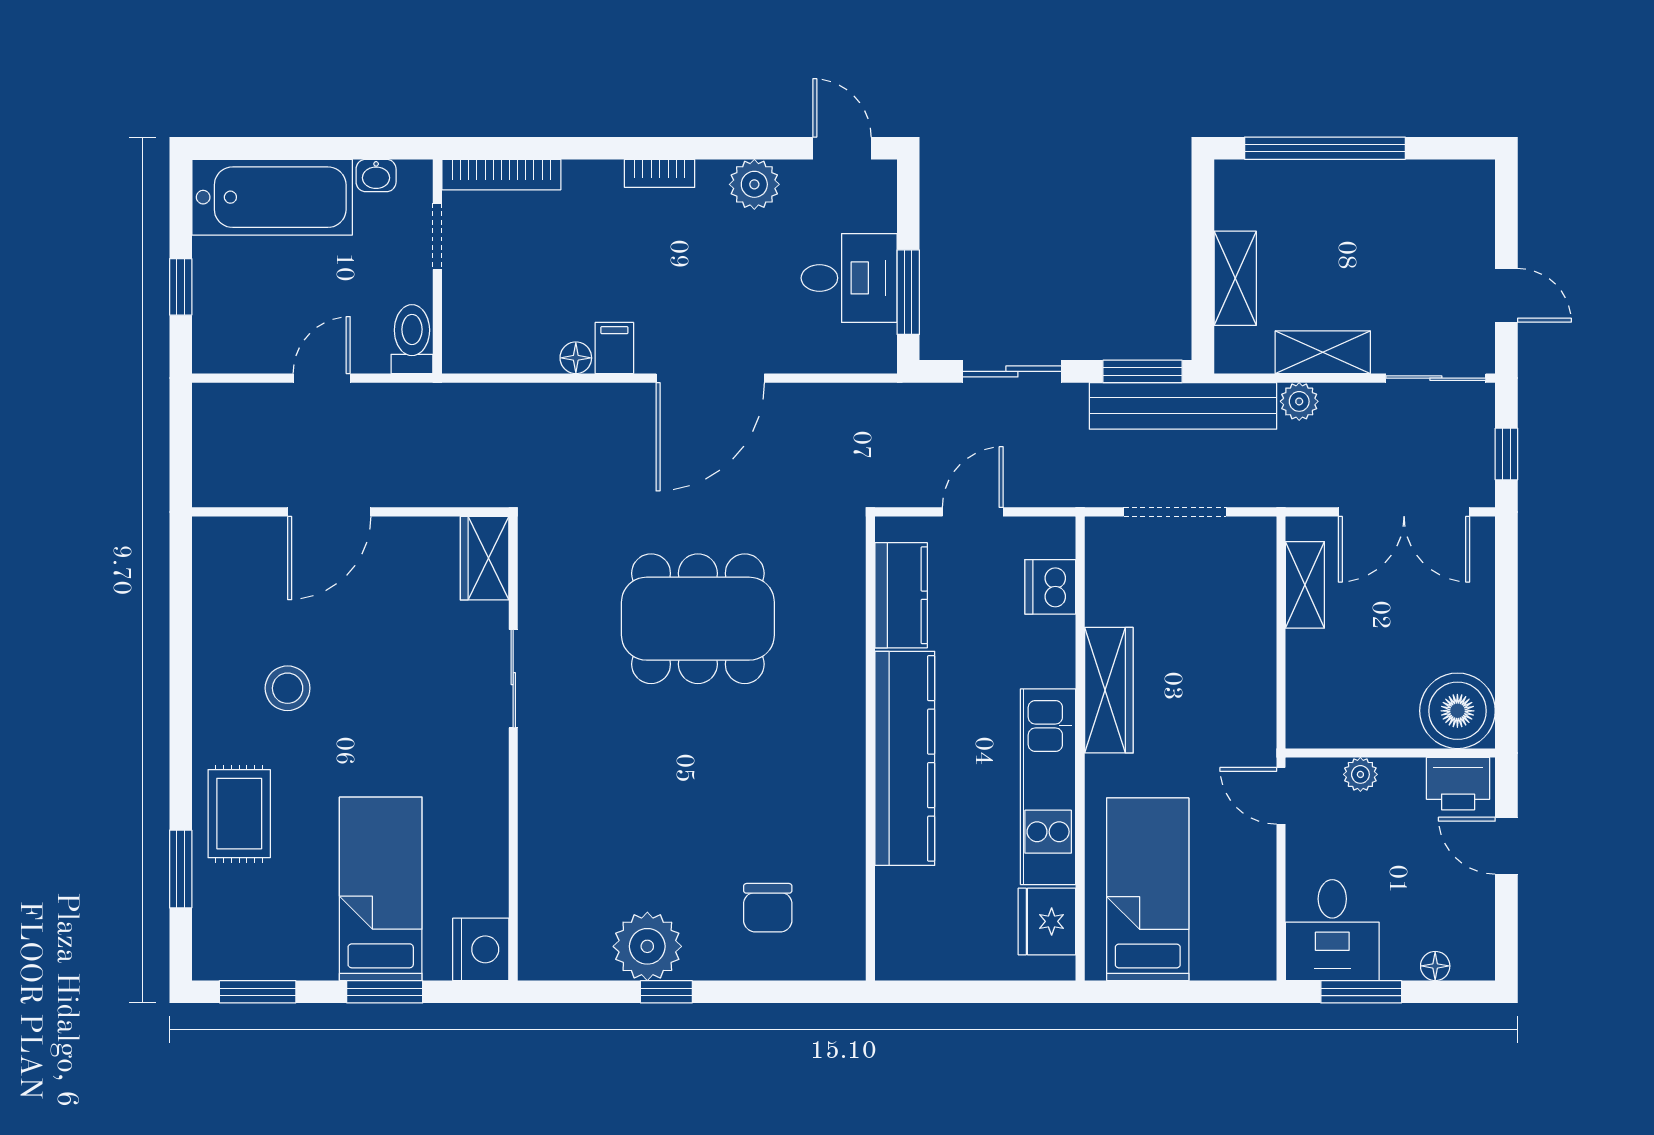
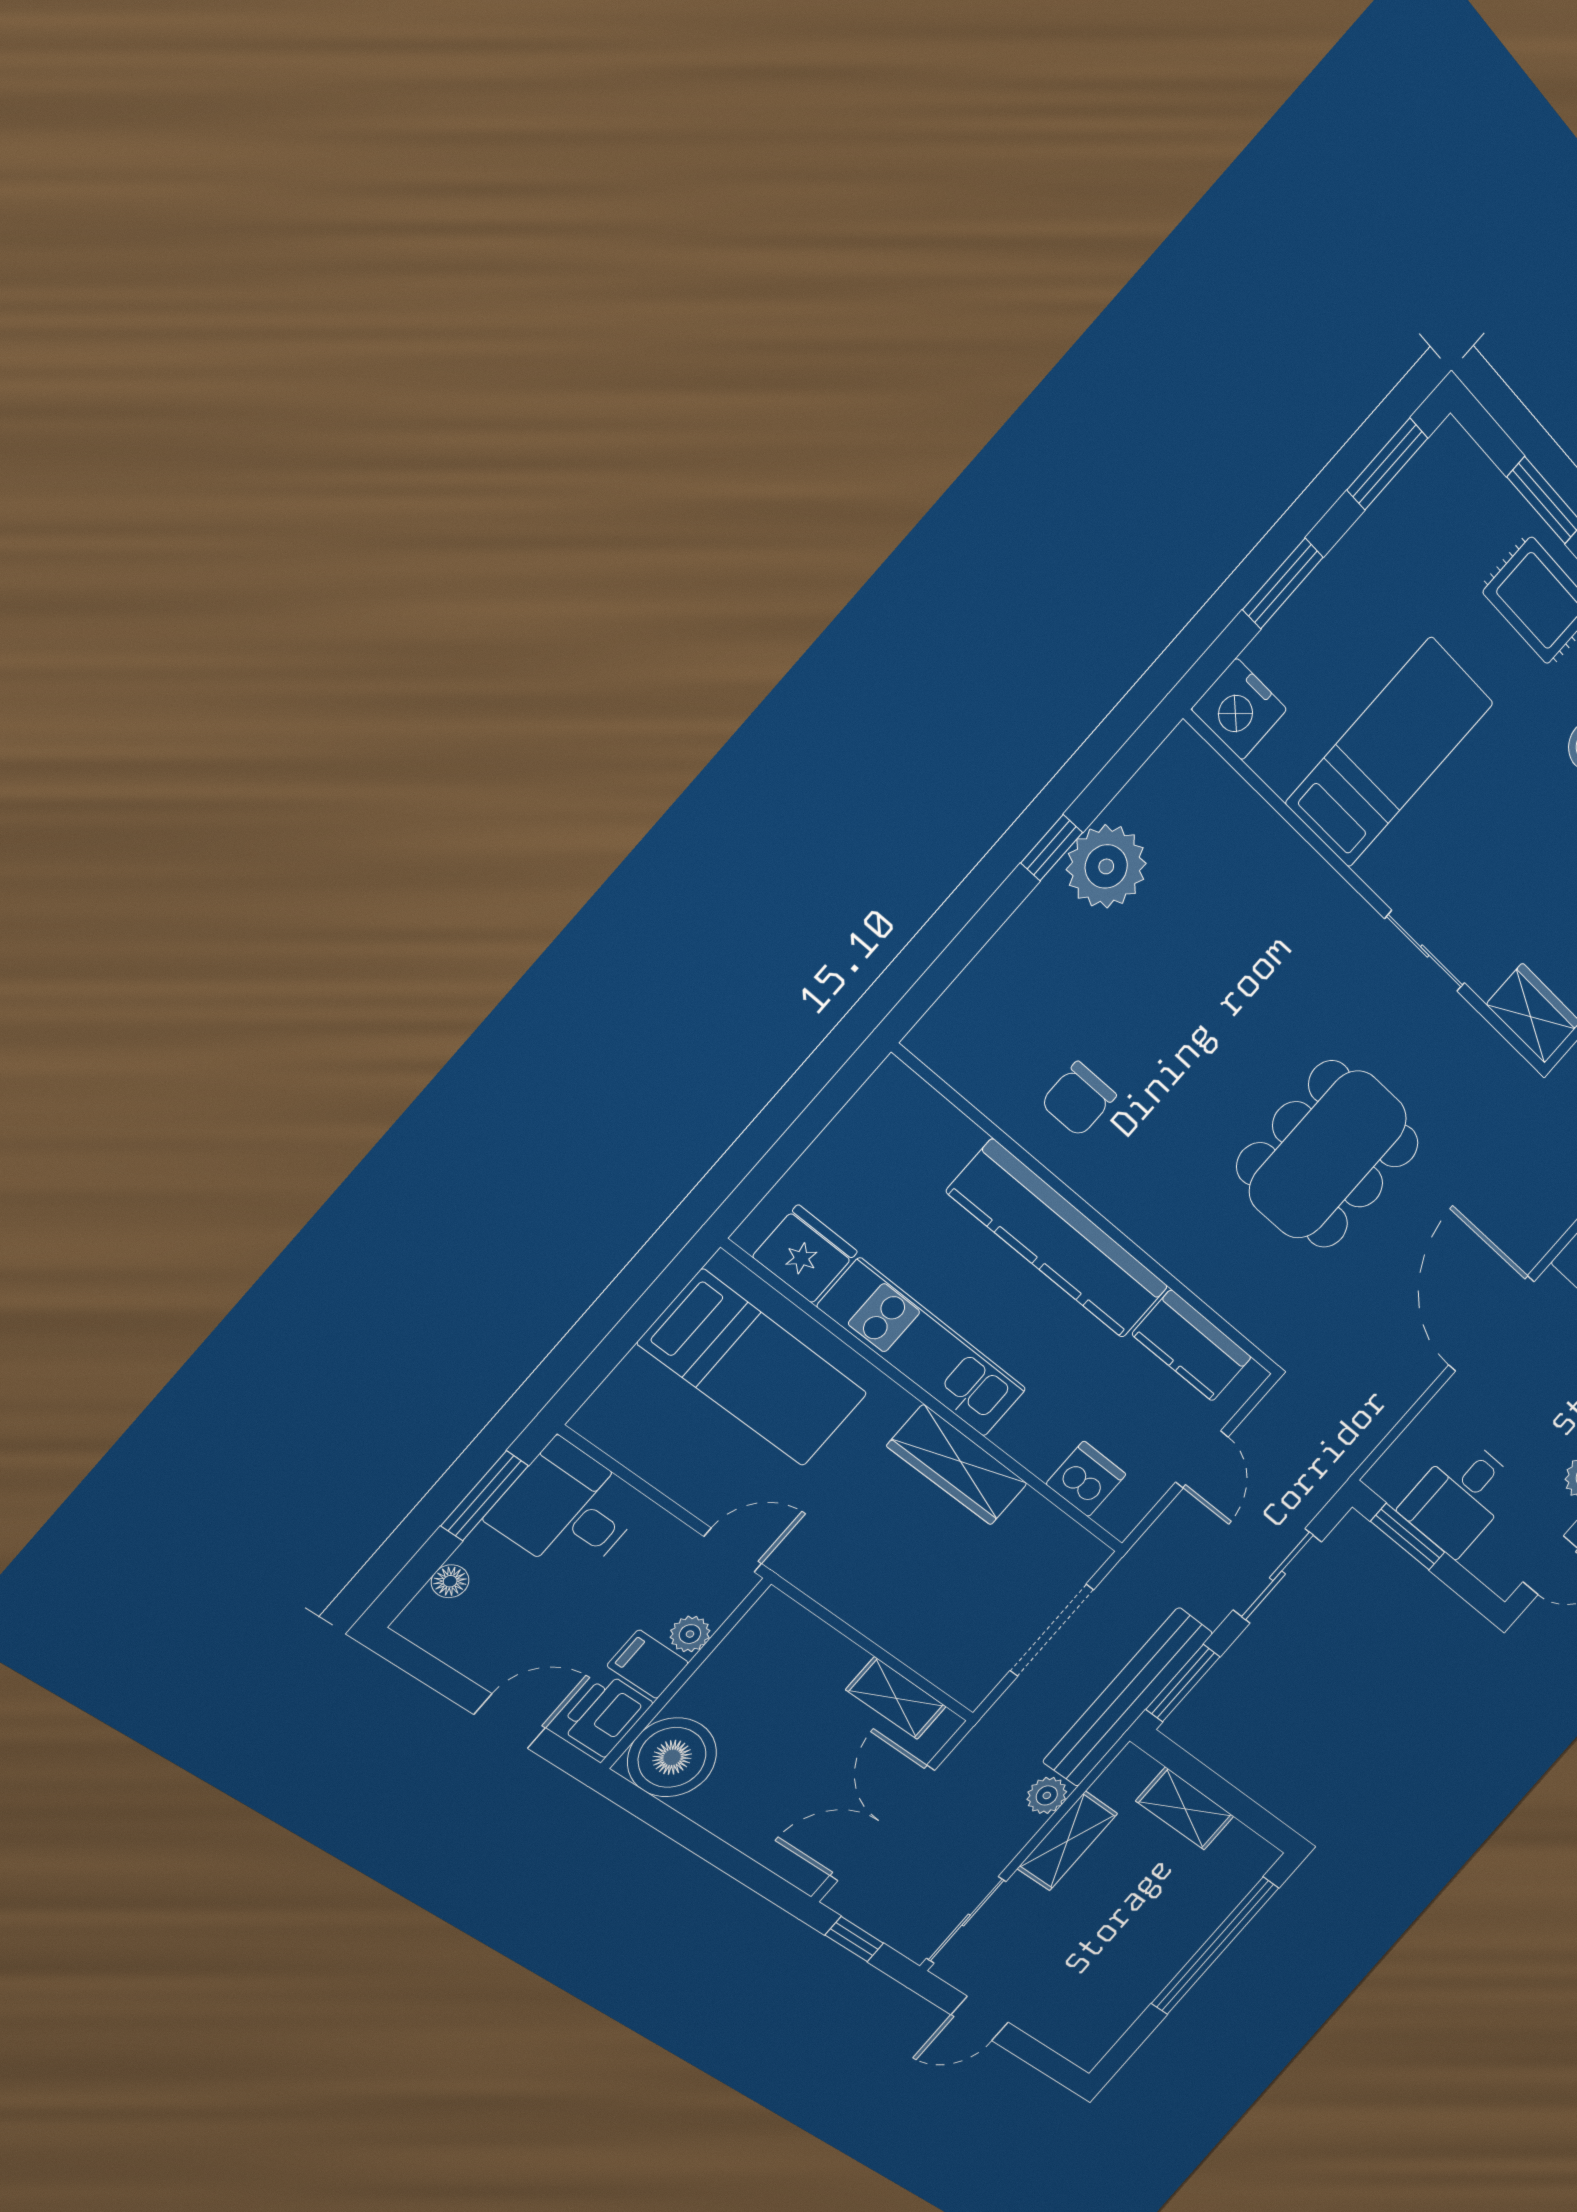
filing cabinet: (1402, 785) -> (648, 1664), added
bed: (381, 889) -> (1390, 753), moved, turned -90
chair: (768, 908) -> (1079, 1099), moved, turned -90

